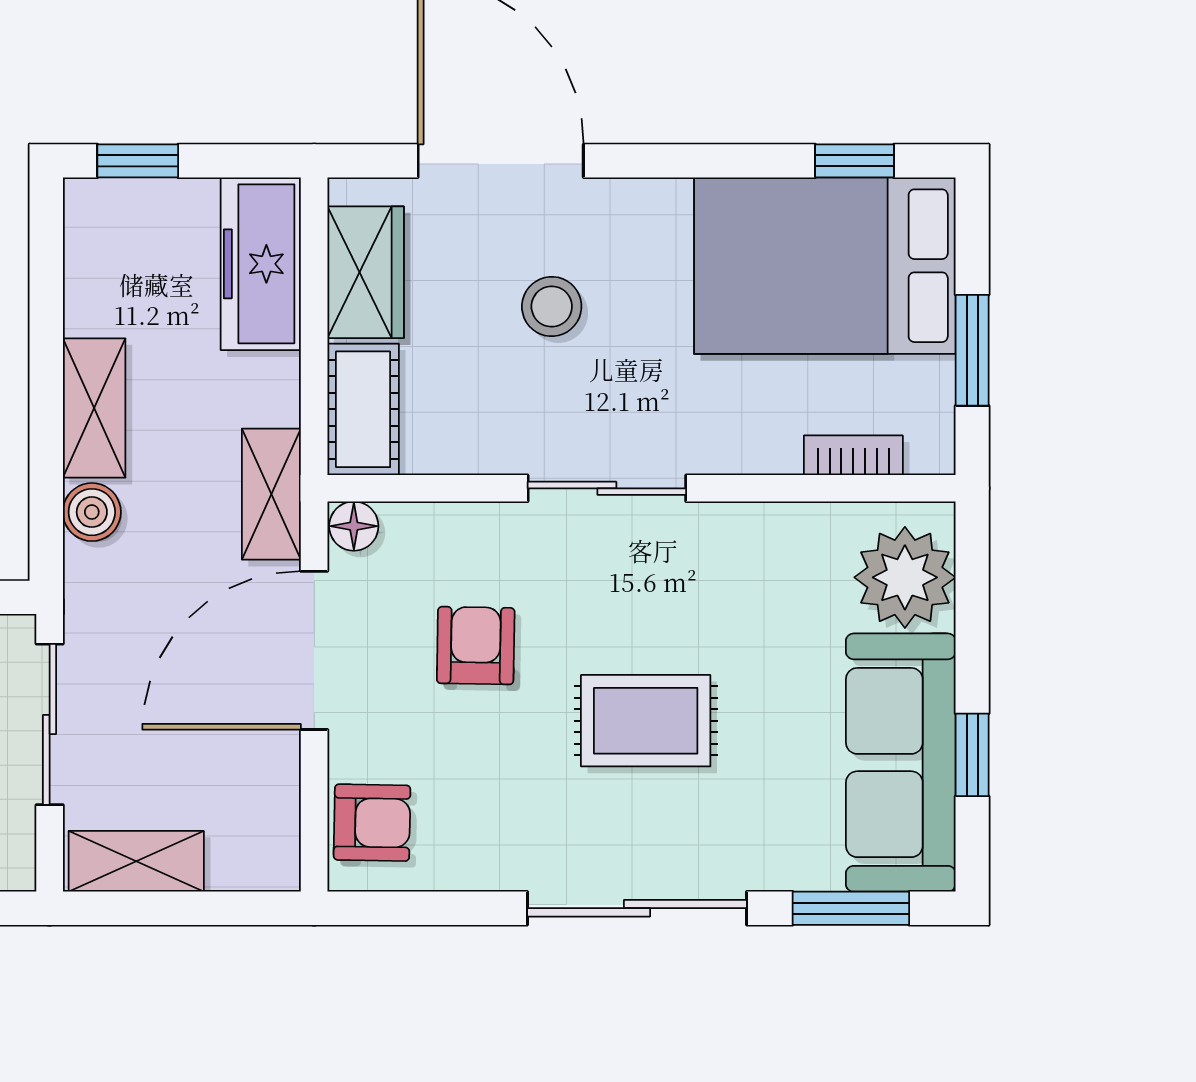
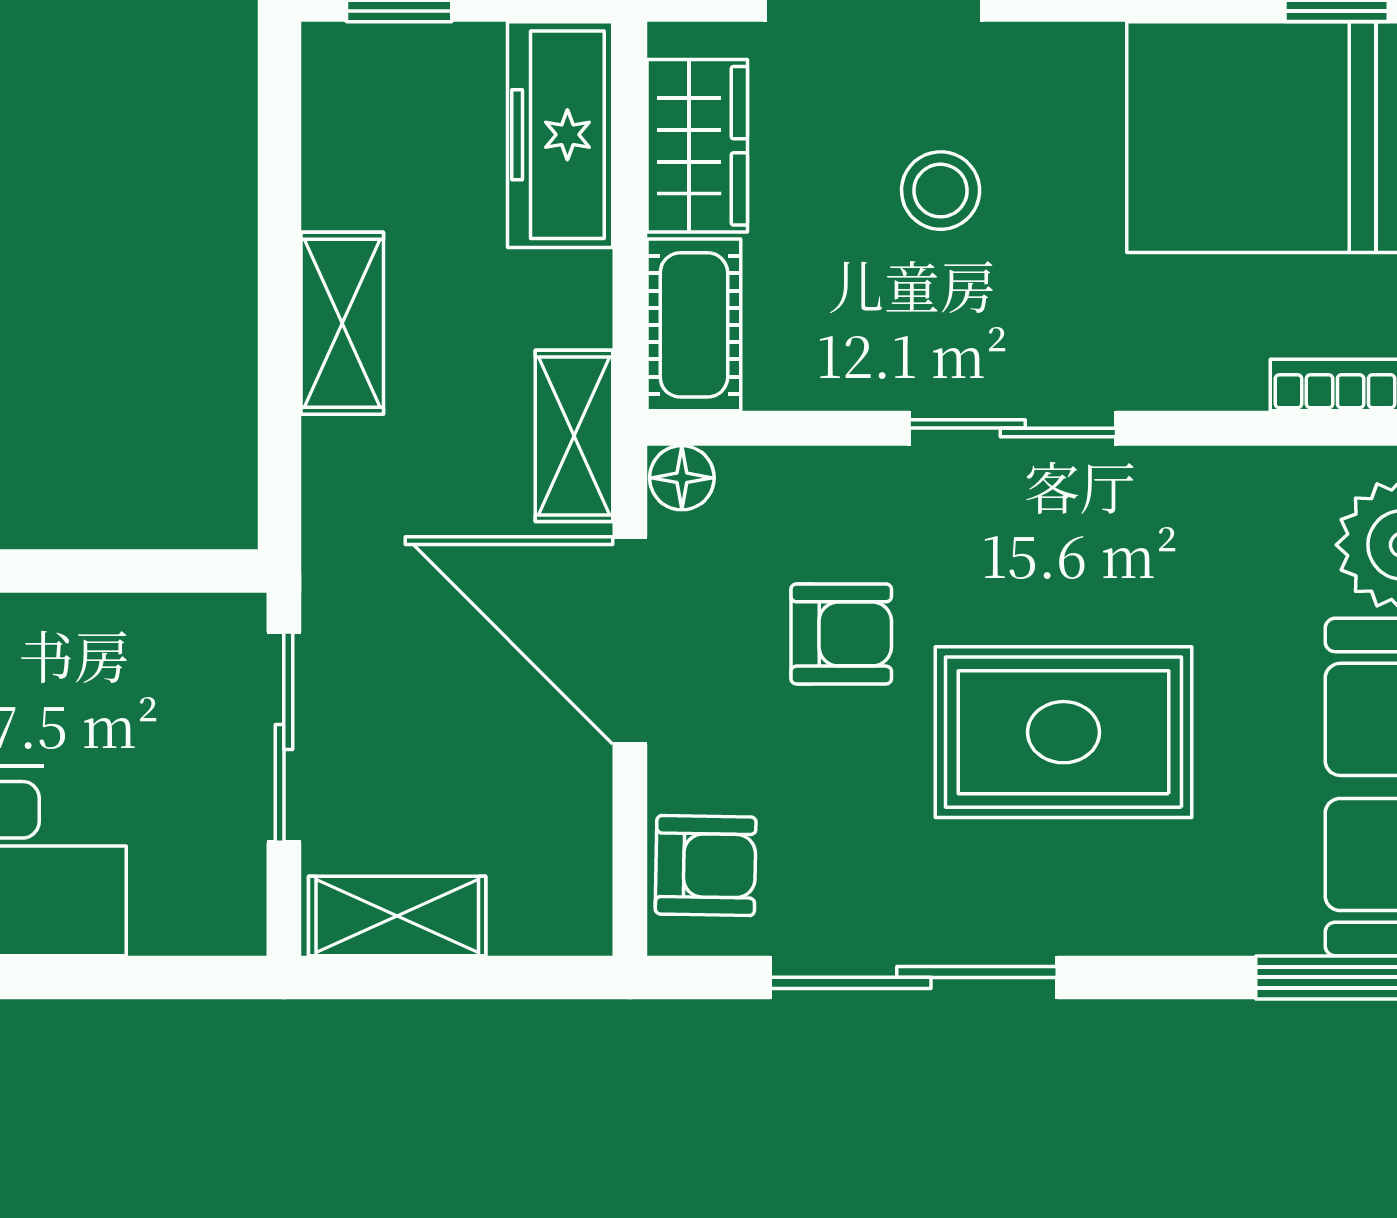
boiler: (92, 512) -> (339, 459), removed
armchair: (476, 646) -> (841, 634), turned 89
door: (314, 650) -> (630, 640), hinge flipped
rug: (646, 721) -> (1064, 732), width x1.36, depth x1.43
sliding door: (637, 908) -> (914, 977), moved

